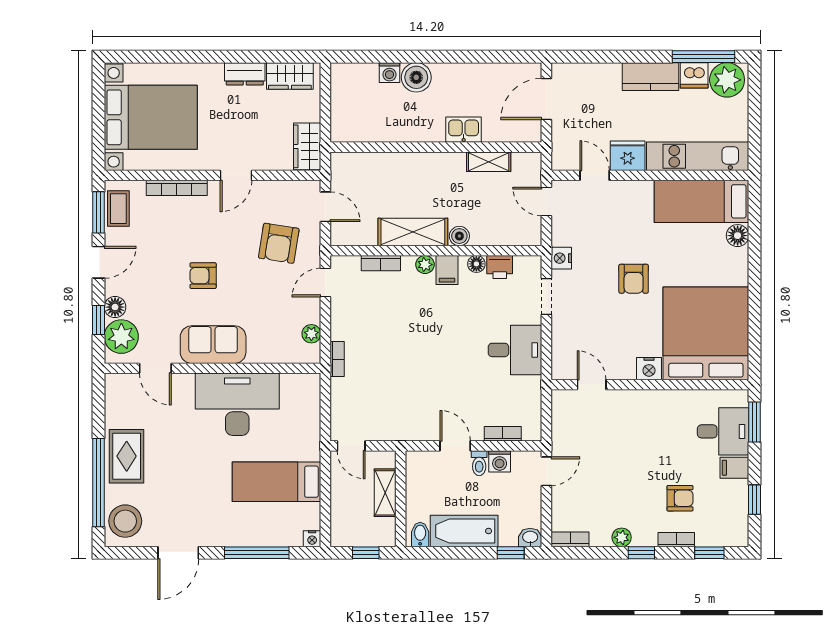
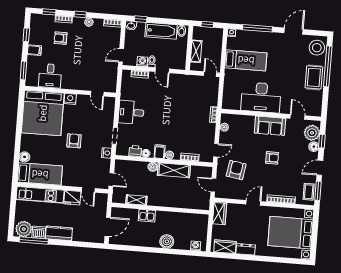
washing machine: (389, 73) -> (196, 246), moved
desk: (723, 431) -> (50, 76), moved, turned -90

